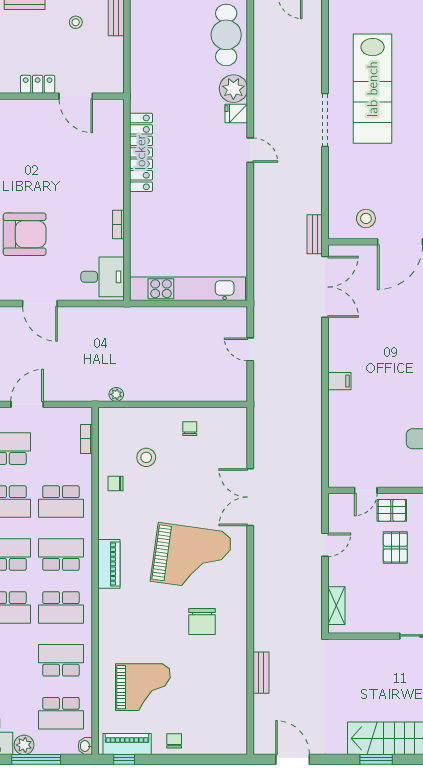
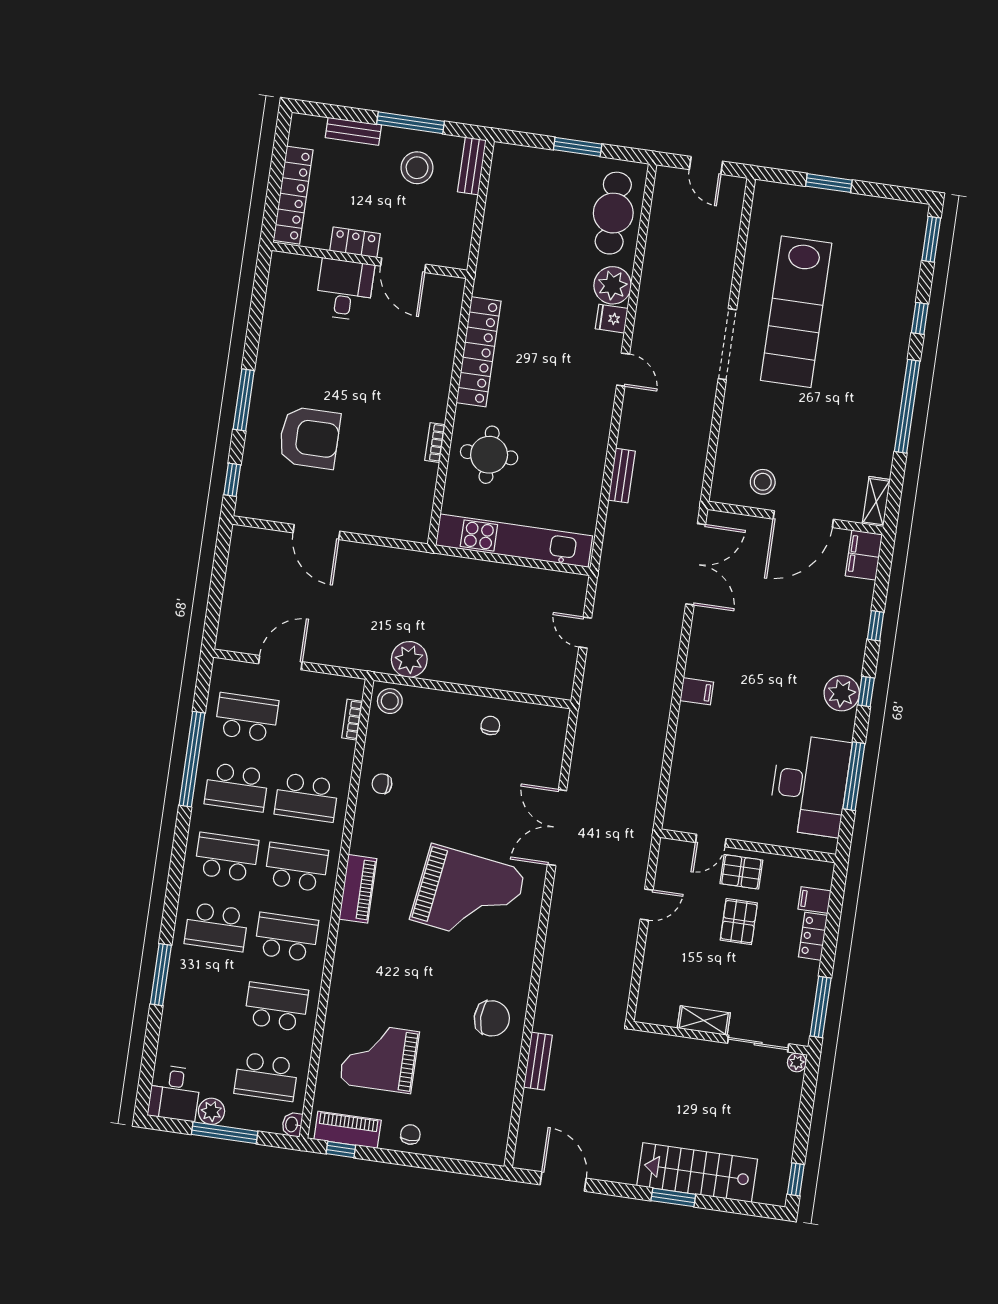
stool: (76, 22) -> (417, 168), width x1.89, depth x1.89
round table: (160, 228) -> (489, 455), added
bench: (315, 234) -> (622, 476), moved
desk: (103, 277) -> (345, 290), moved, turned -90
plant: (116, 394) -> (409, 659), width x1.88, depth x1.88
stool: (146, 457) -> (390, 701), moved
shelving: (336, 606) -> (704, 1020), moved, turned 90
school desk: (61, 607) -> (286, 937), turned 180
chair: (202, 622) -> (492, 1018), moved, turned -90
grand piano: (143, 687) -> (379, 1058), turned 180

